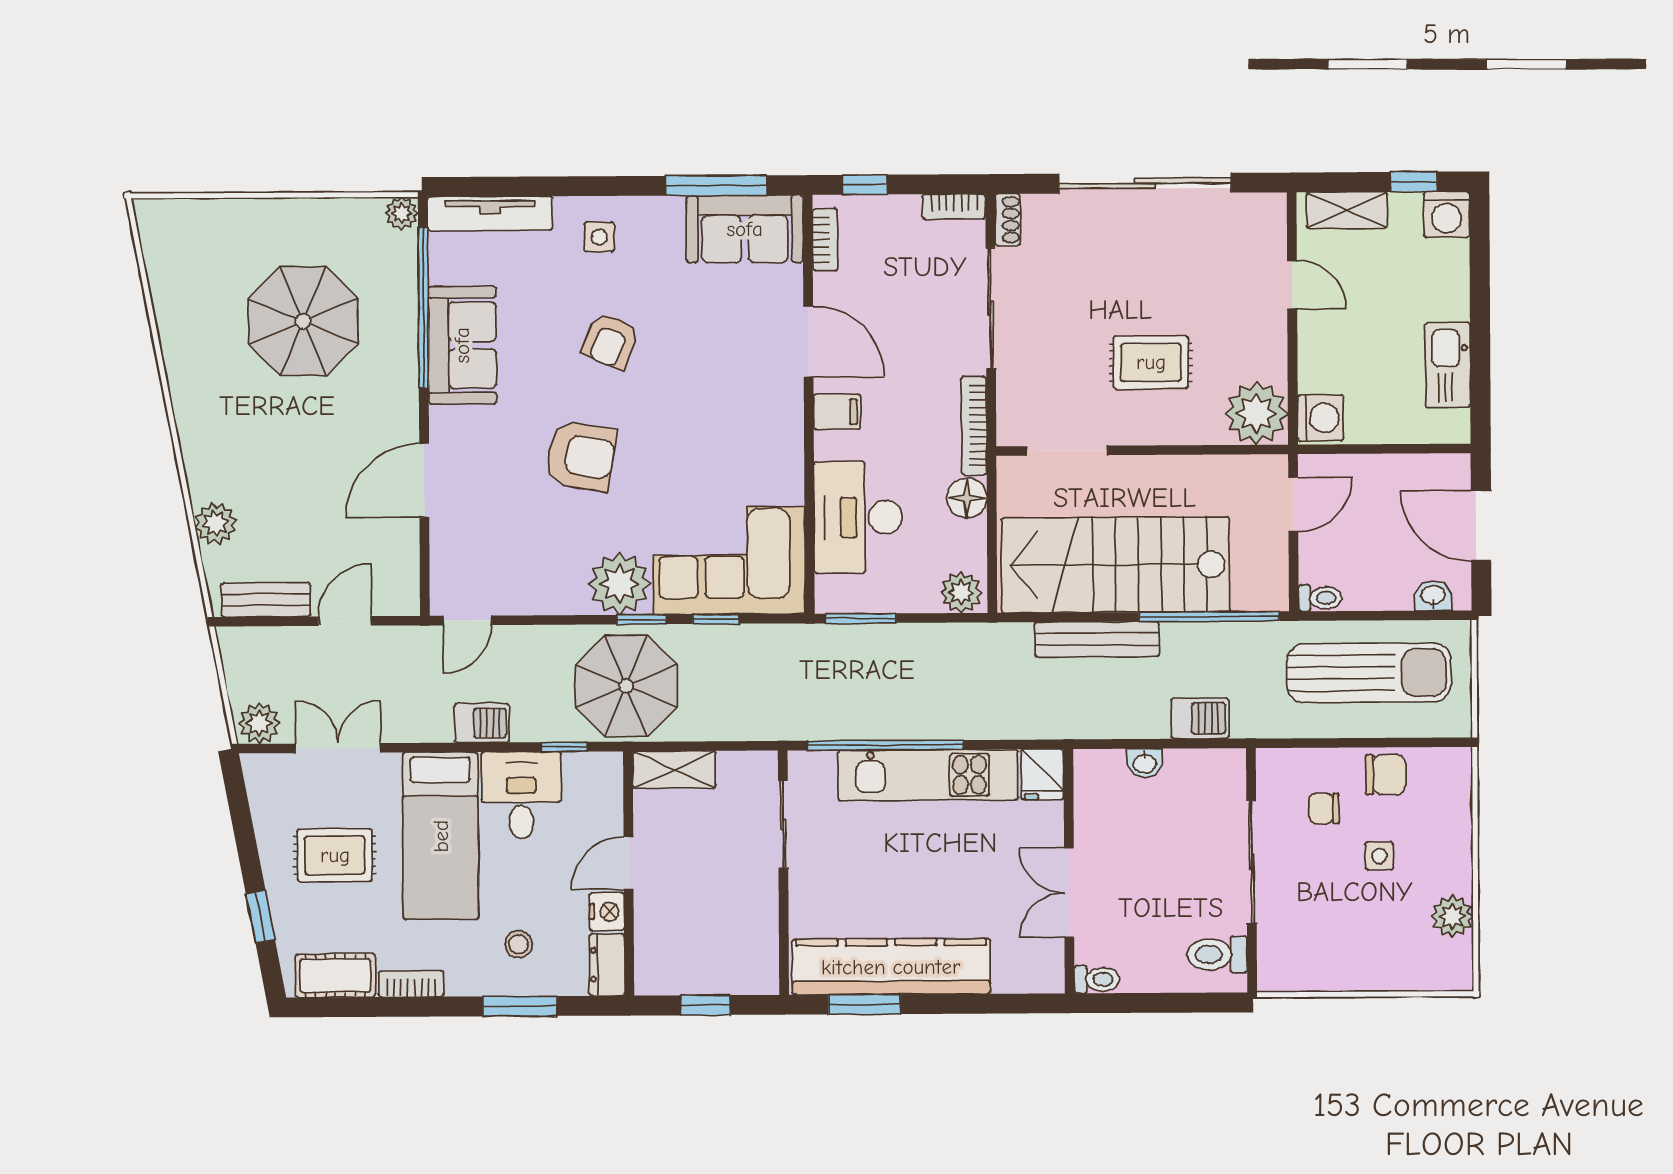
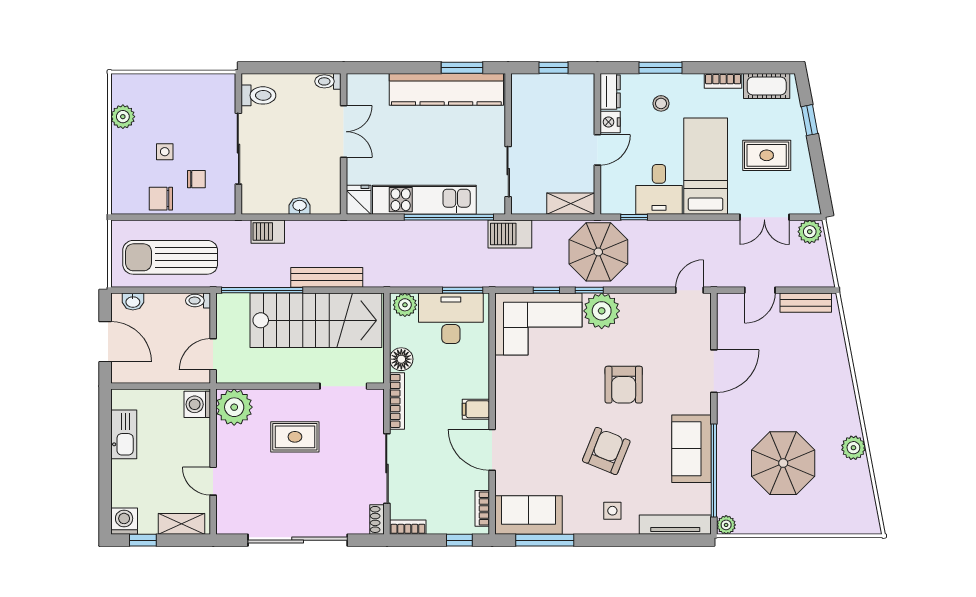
armchair: (610, 341) -> (606, 451), width x1.38, depth x1.38
armchair: (581, 456) -> (624, 385), turned -99
desk: (858, 517) -> (451, 318), moved, turned -90
plant: (215, 524) -> (853, 448), moved
barbecue: (482, 723) -> (510, 234), moved, width x1.38, depth x1.27

